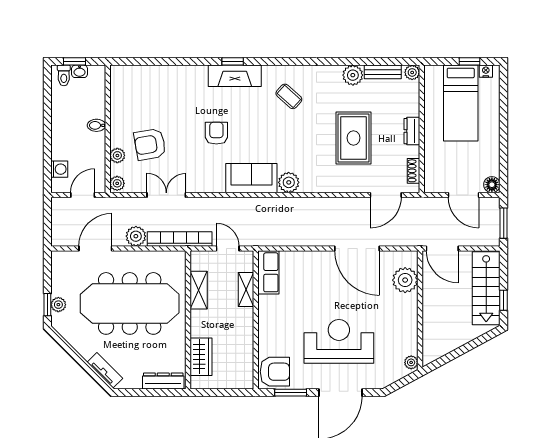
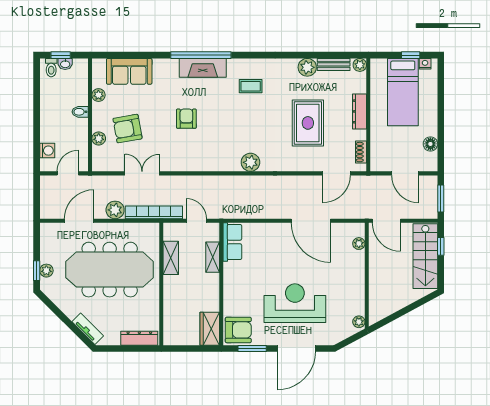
window: (233, 61) -> (201, 55), width x3.17
coffee table: (289, 96) -> (251, 86), turned -42
dresser: (412, 131) -> (360, 111), width x1.44
sofa: (251, 178) -> (129, 71), moved, turned 180
plant: (117, 183) -> (98, 95), moved
floor lamp: (492, 185) -> (430, 144), moved
plant: (405, 280) -> (359, 244), width x0.53, depth x0.53
window: (504, 300) -> (441, 246), moved
wardrobe: (201, 357) -> (210, 329), moved, turned 180

